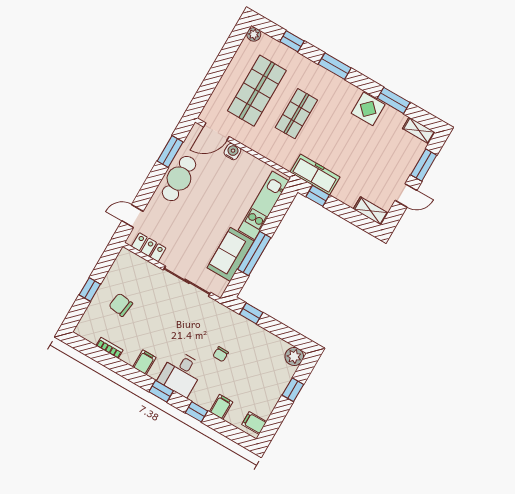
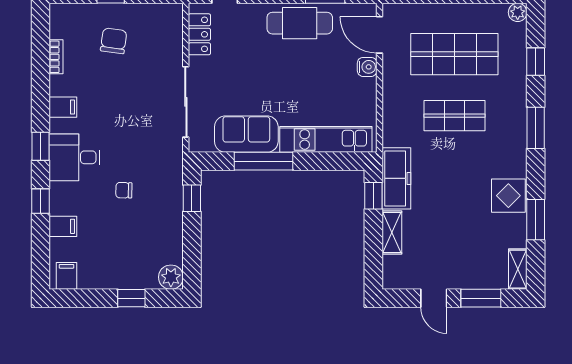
shelving: (371, 211) -> (392, 233), moved

